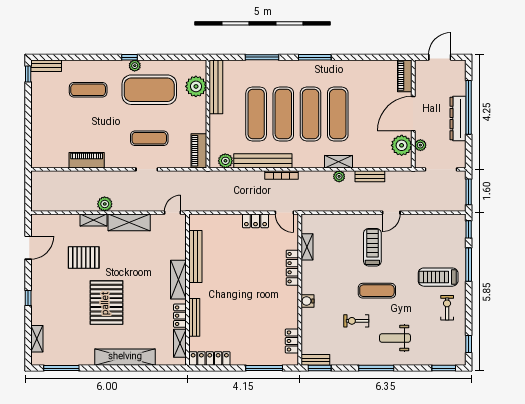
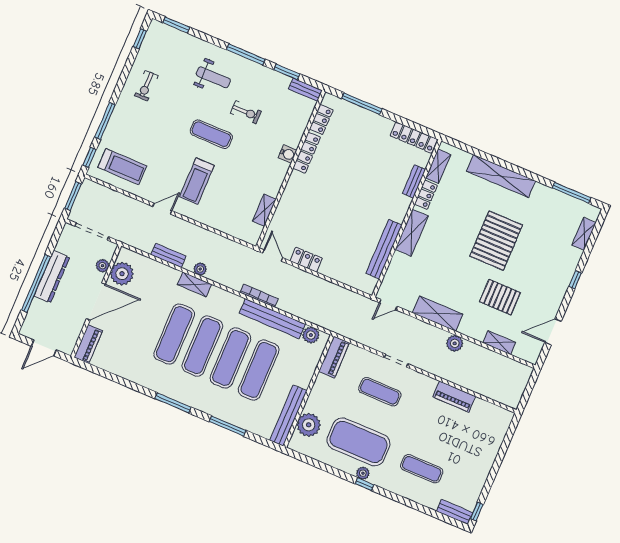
shelving: (94, 220) -> (499, 343), moved
locker: (292, 268) -> (307, 153), moved
treadmill: (438, 277) -> (122, 167), moved
bench: (194, 317) -> (414, 181), width x0.73
window: (320, 368) -> (287, 72), moved

